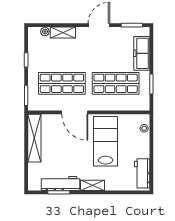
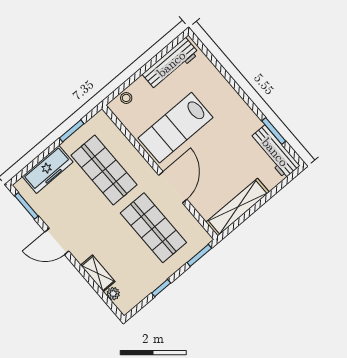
workbench: (142, 173) -> (171, 64), width x1.38
workbench: (61, 184) -> (275, 152), moved
shelving: (93, 185) -> (235, 101), removed

